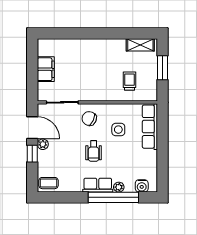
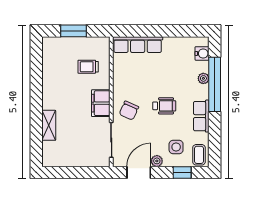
shelving: (140, 45) -> (49, 125), moved
filing cabinet: (46, 69) -> (101, 103), moved, turned -90
side table: (118, 130) -> (176, 147), moved
window: (32, 154) -> (182, 172), moved
row of seats: (98, 185) -> (201, 116), moved

